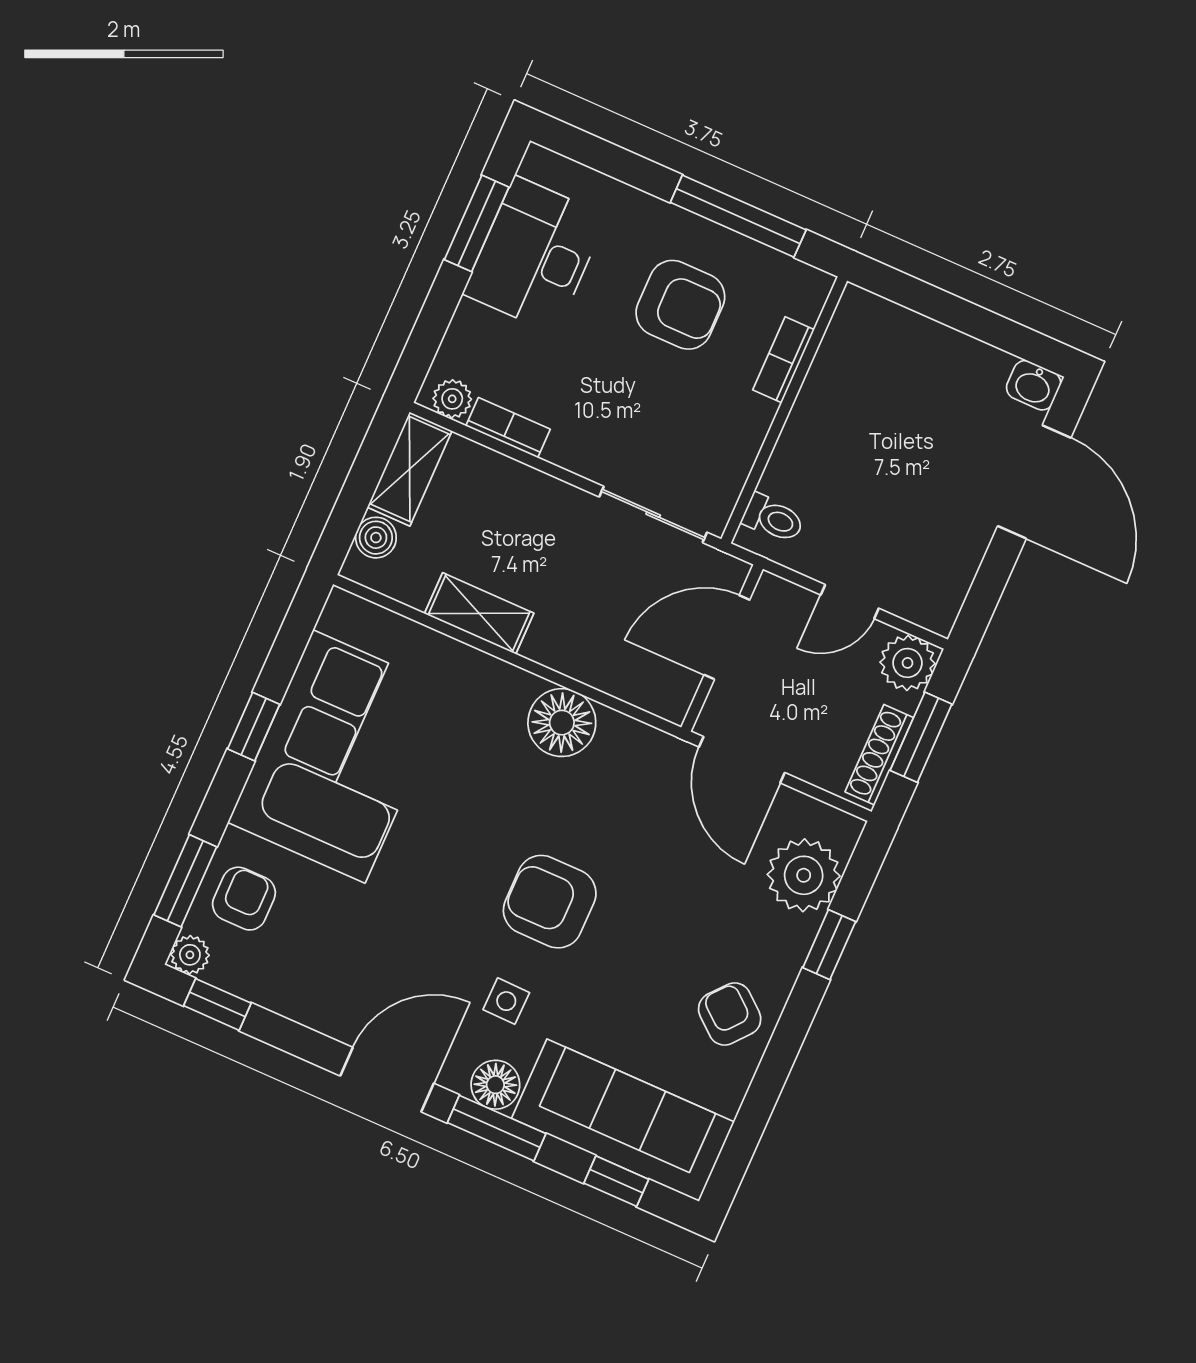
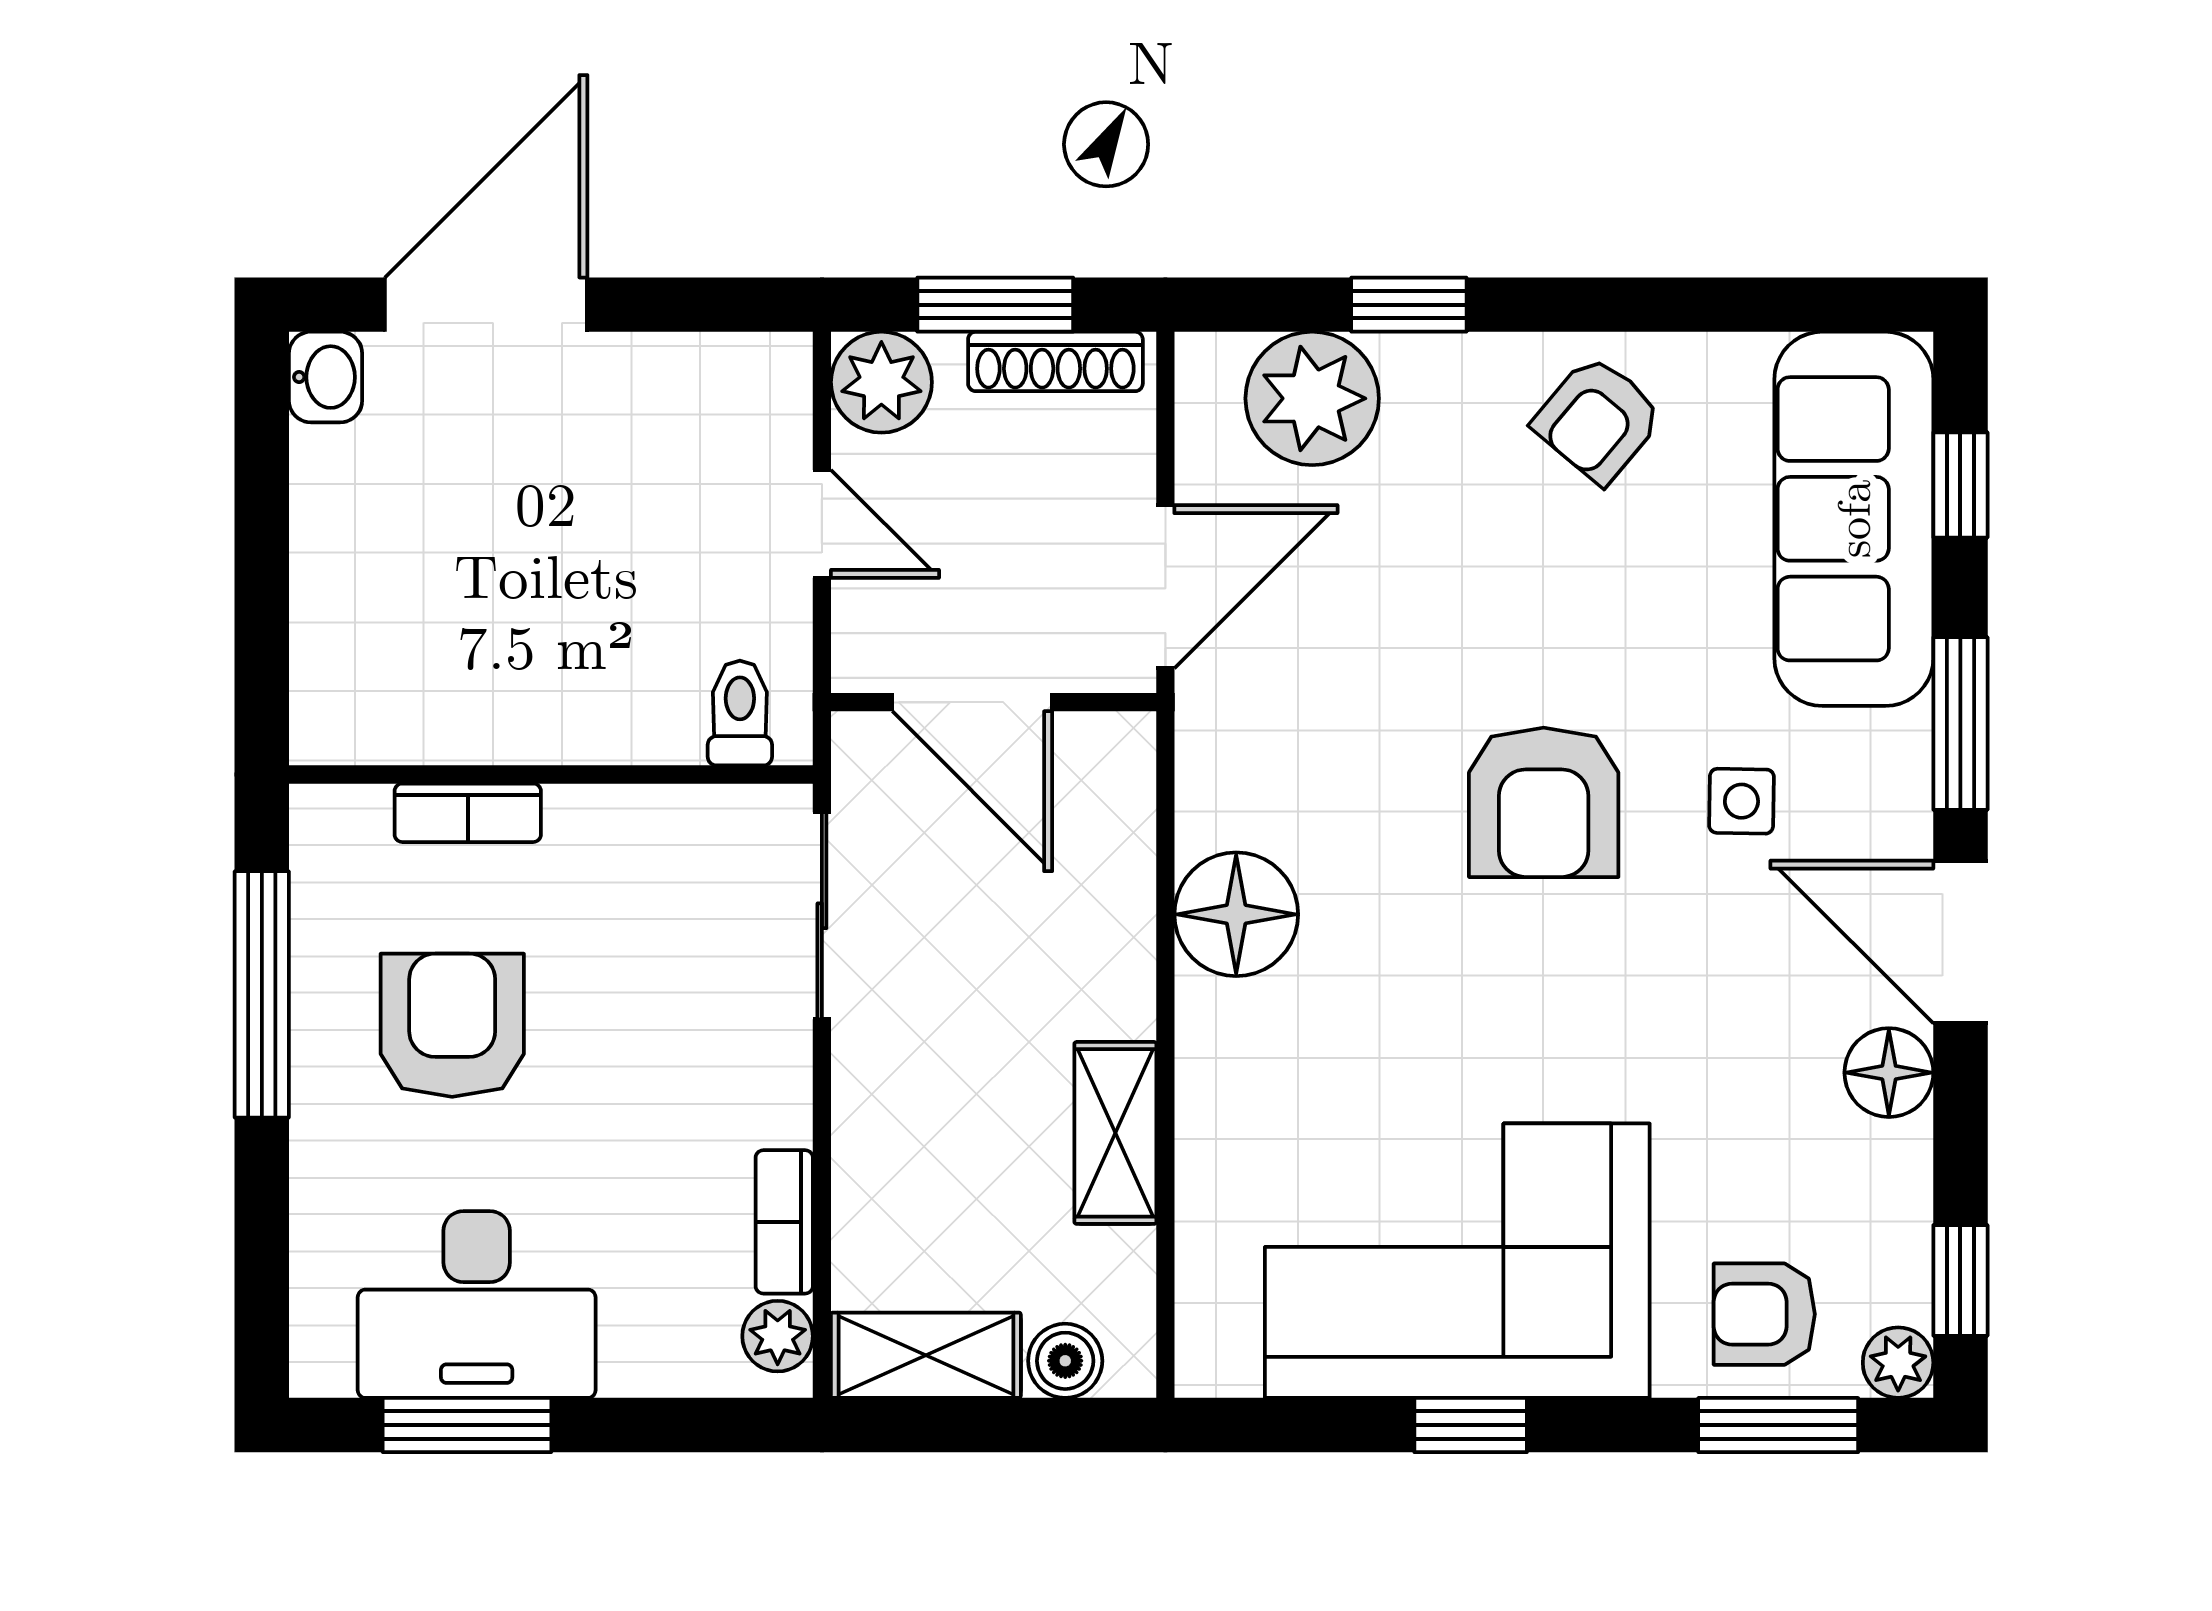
floor lamp: (495, 1085) -> (1889, 1073), moved

